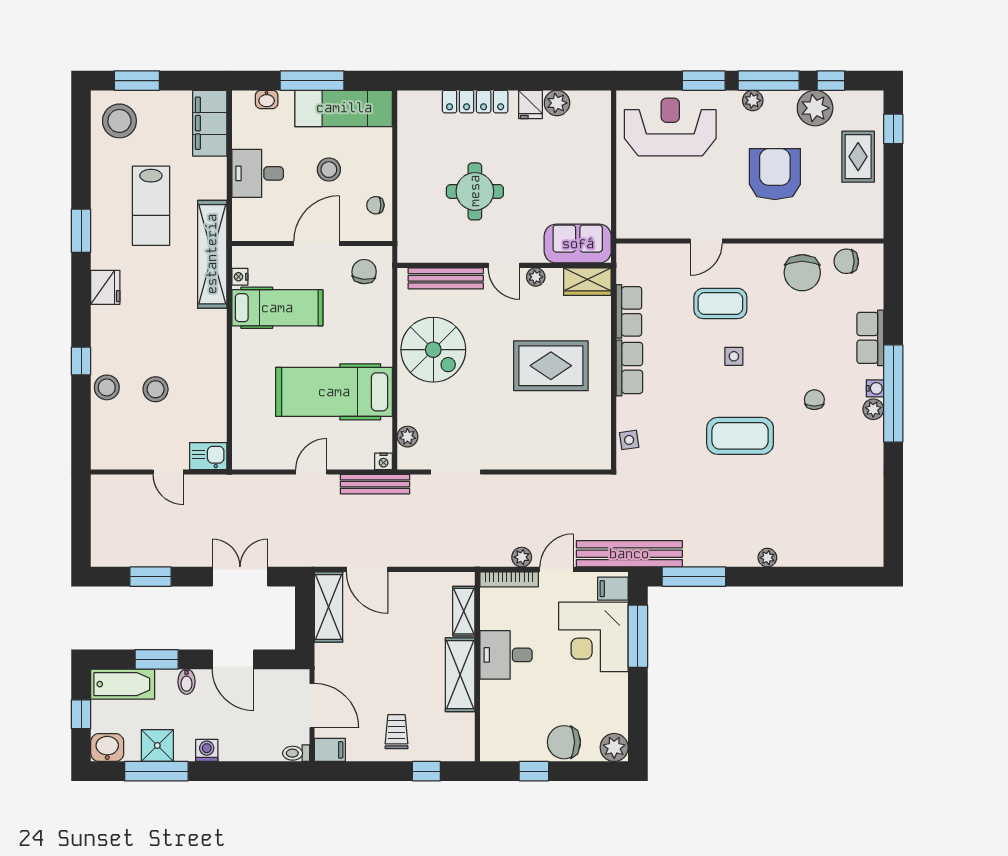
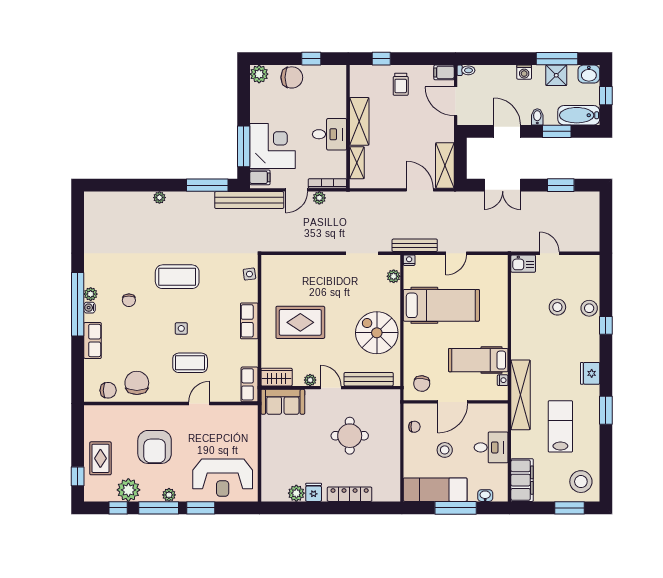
row of seats: (629, 311) -> (250, 384), moved

